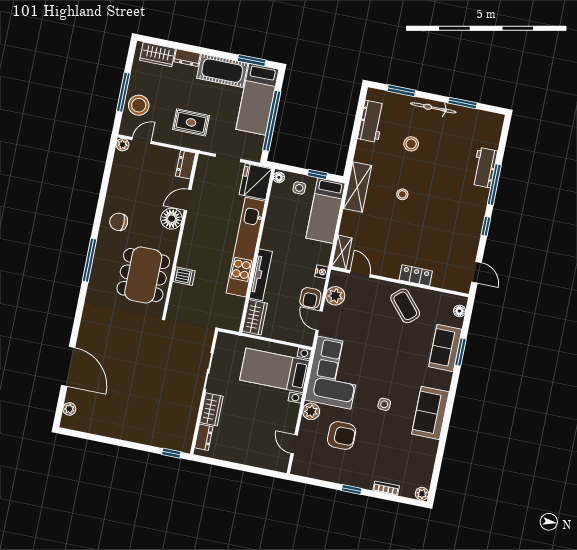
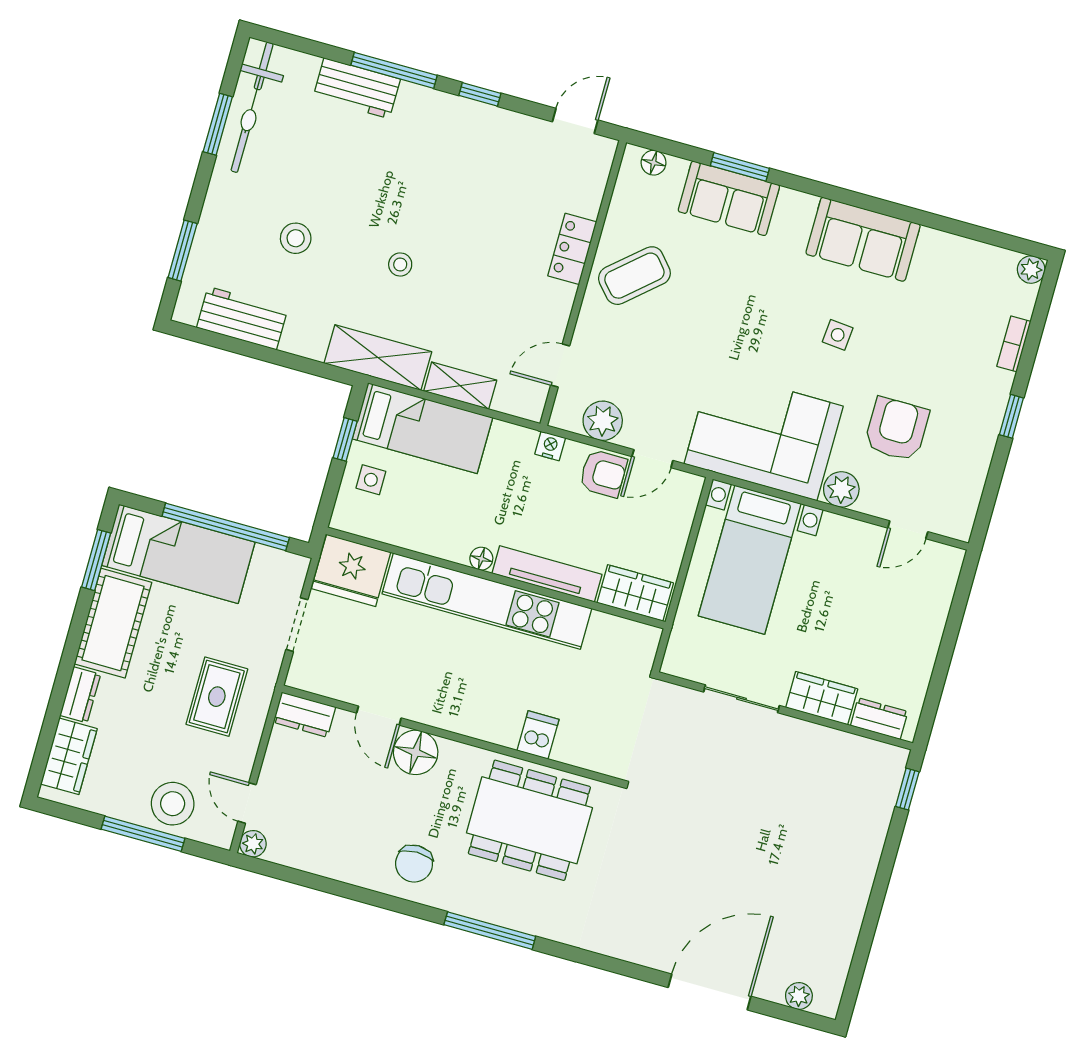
bicycle: (433, 108) -> (252, 107), moved, width x1.37, depth x1.40
floor lamp: (279, 177) -> (481, 559), moved
shelving: (342, 252) -> (460, 386), moved

